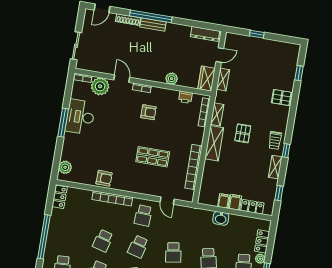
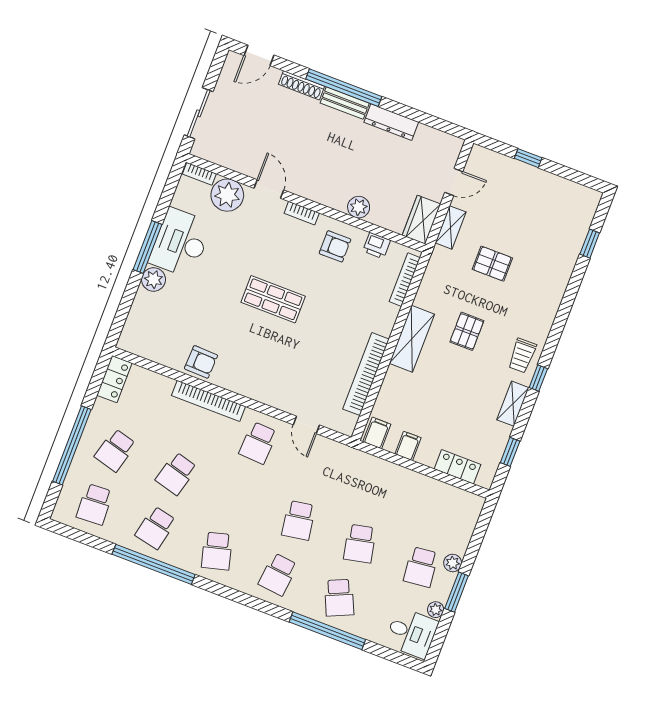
dresser: (205, 34) -> (391, 122), moved
pallet: (282, 98) -> (492, 264), moved
armchair: (148, 112) -> (335, 246), moved
shelving: (217, 114) -> (428, 288), removed
shop shelf: (153, 157) -> (273, 299), moved
plant: (65, 167) -> (153, 279), moved
filing cabinet: (235, 202) -> (377, 433), moved
washbasin: (221, 218) -> (396, 476), removed
locker: (262, 241) -> (462, 532), removed
school desk: (138, 247) -> (115, 450), moved

